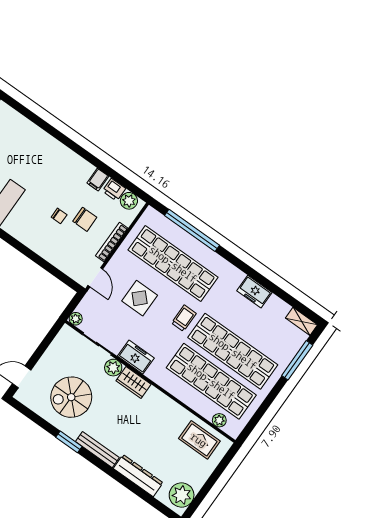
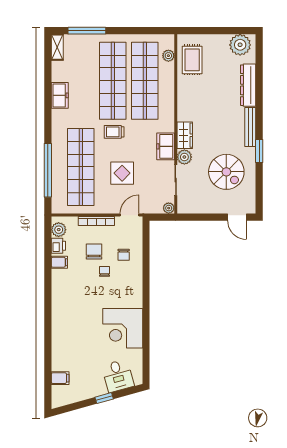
chair: (62, 245) -> (124, 255), added

